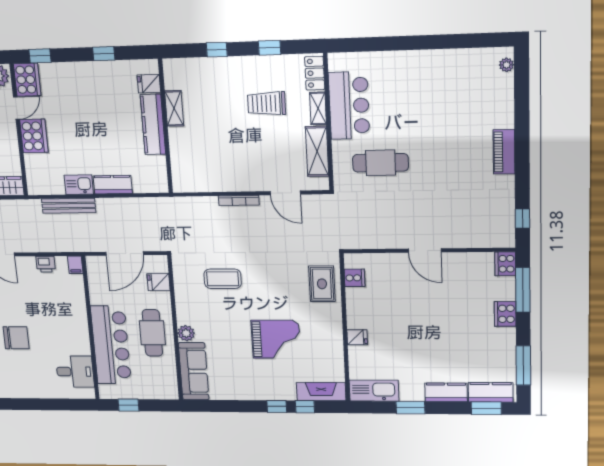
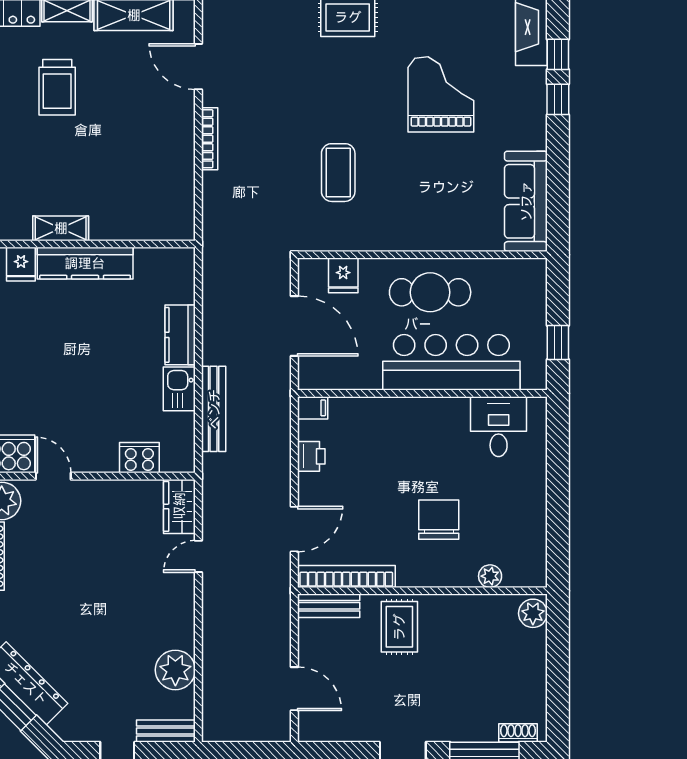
cooker: (34, 136) -> (139, 458), moved, width x0.73, depth x0.76
door: (285, 193) -> (198, 67), swing flipped
plant: (186, 333) -> (431, 238), removed
sofa: (194, 371) -> (526, 201), moved, turned -90

